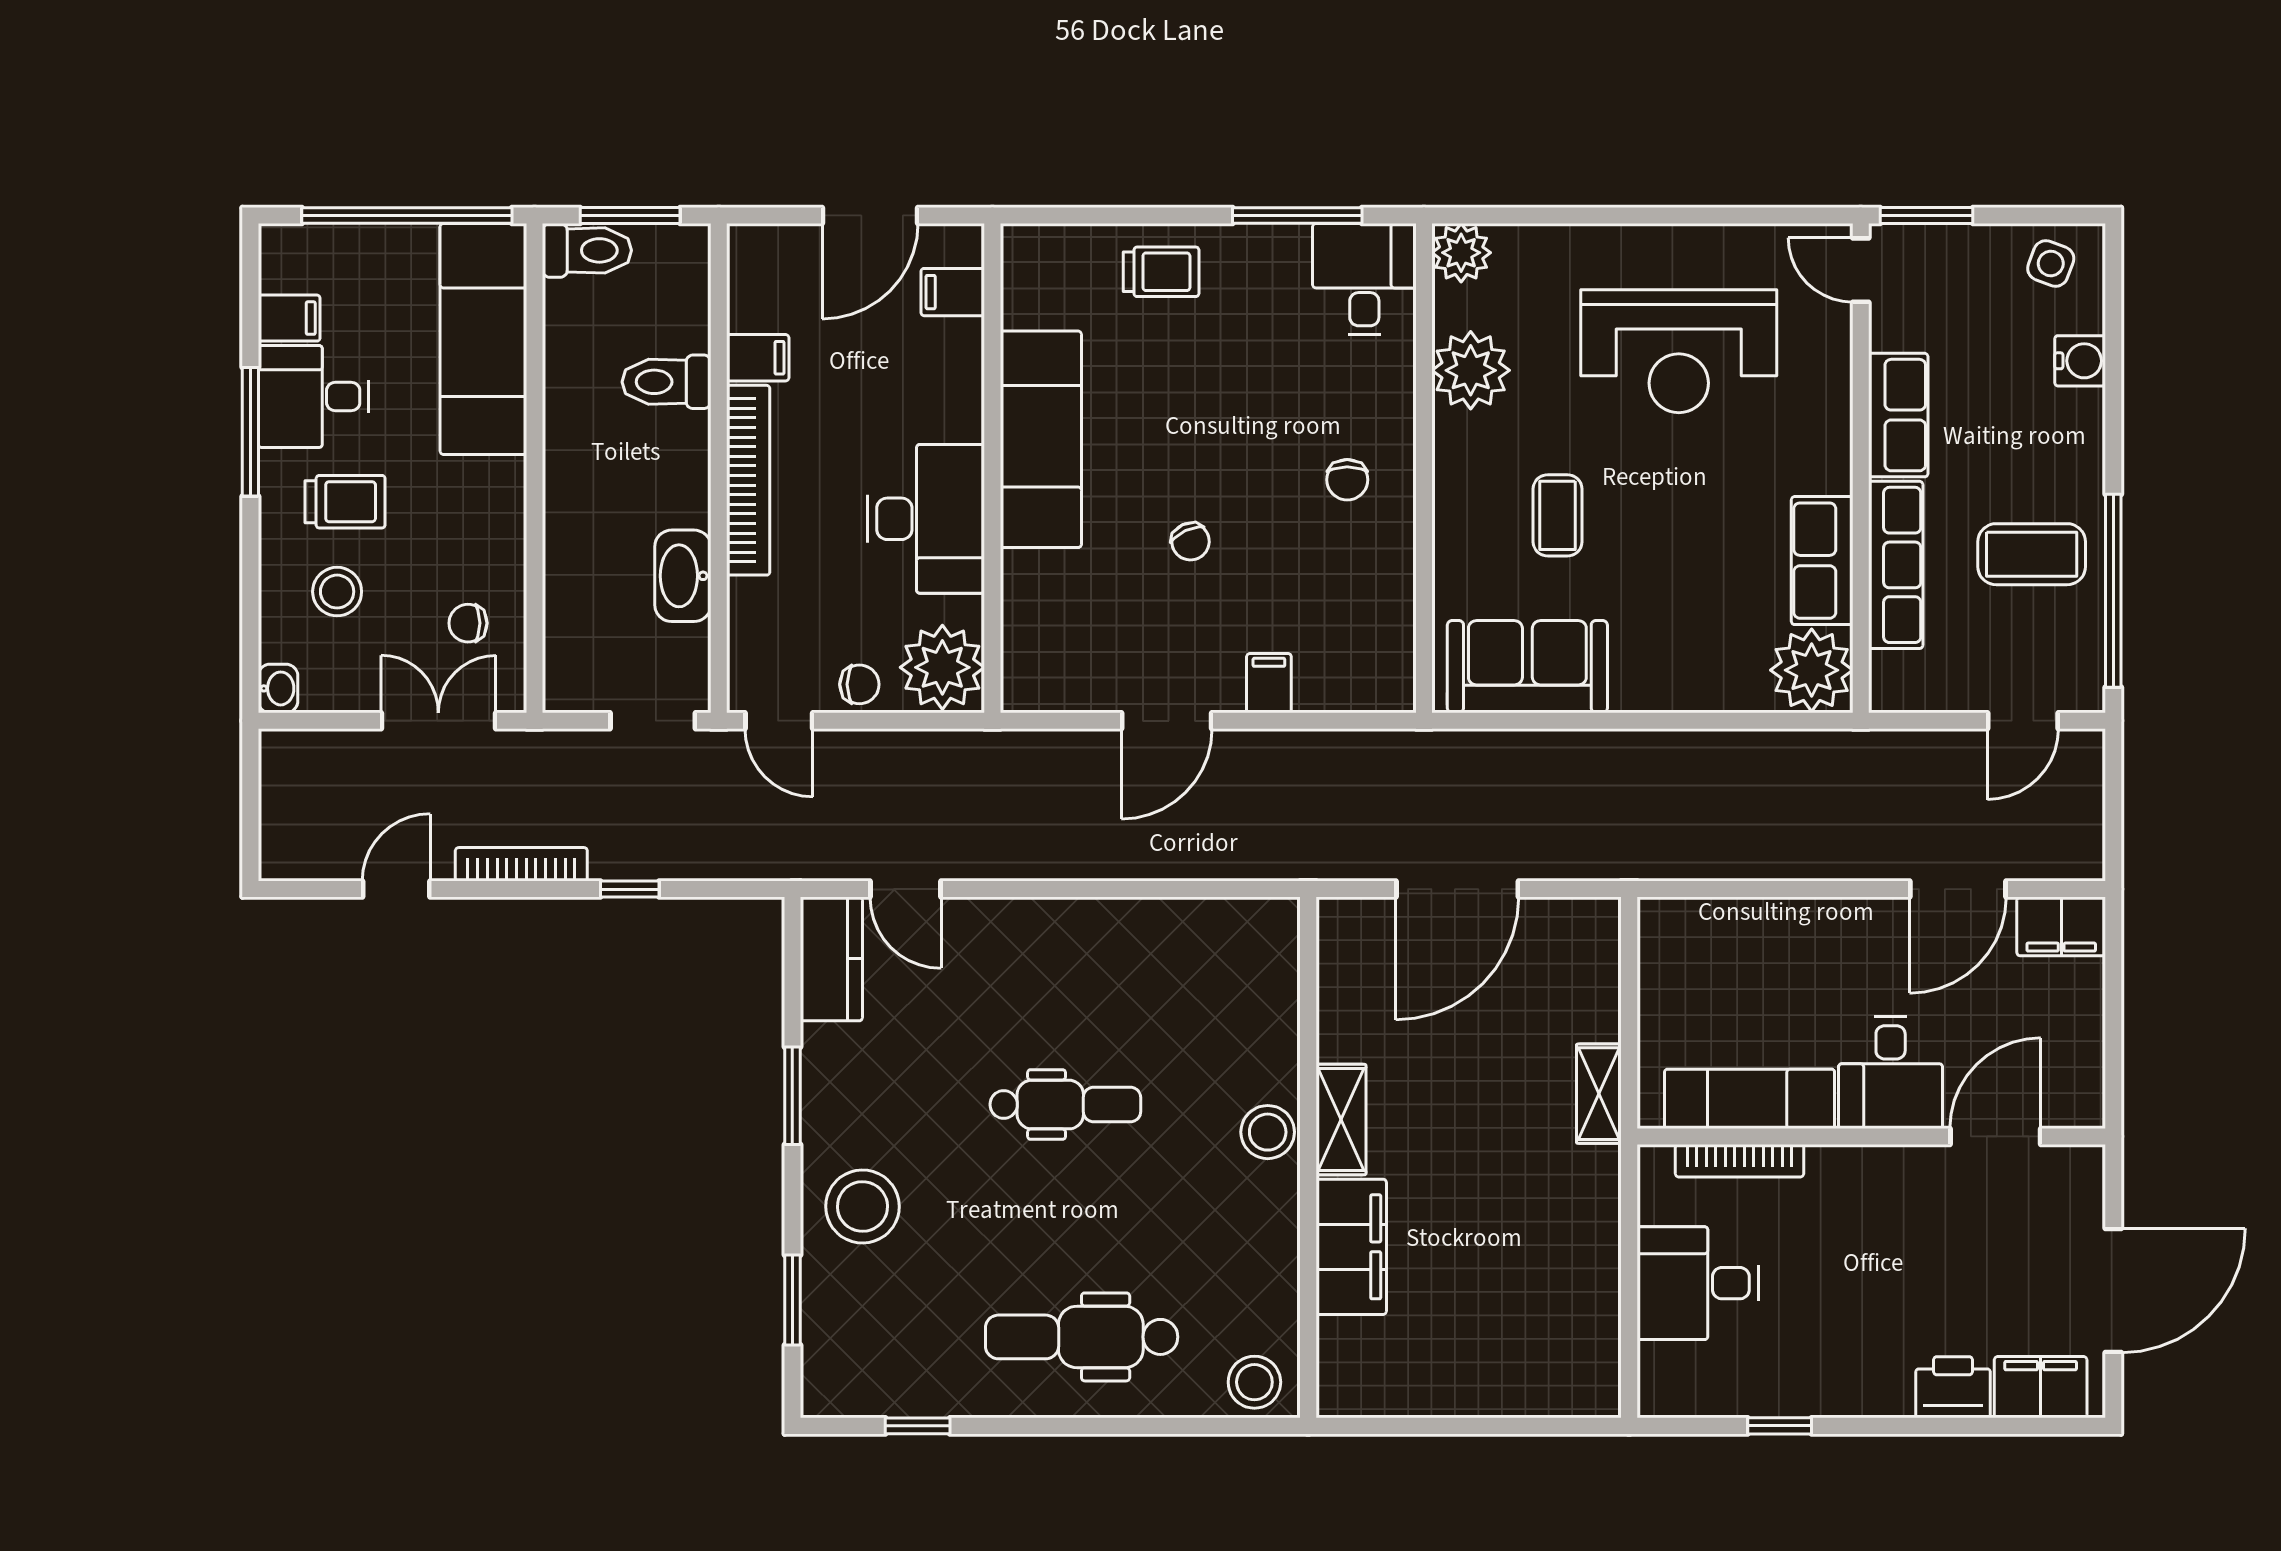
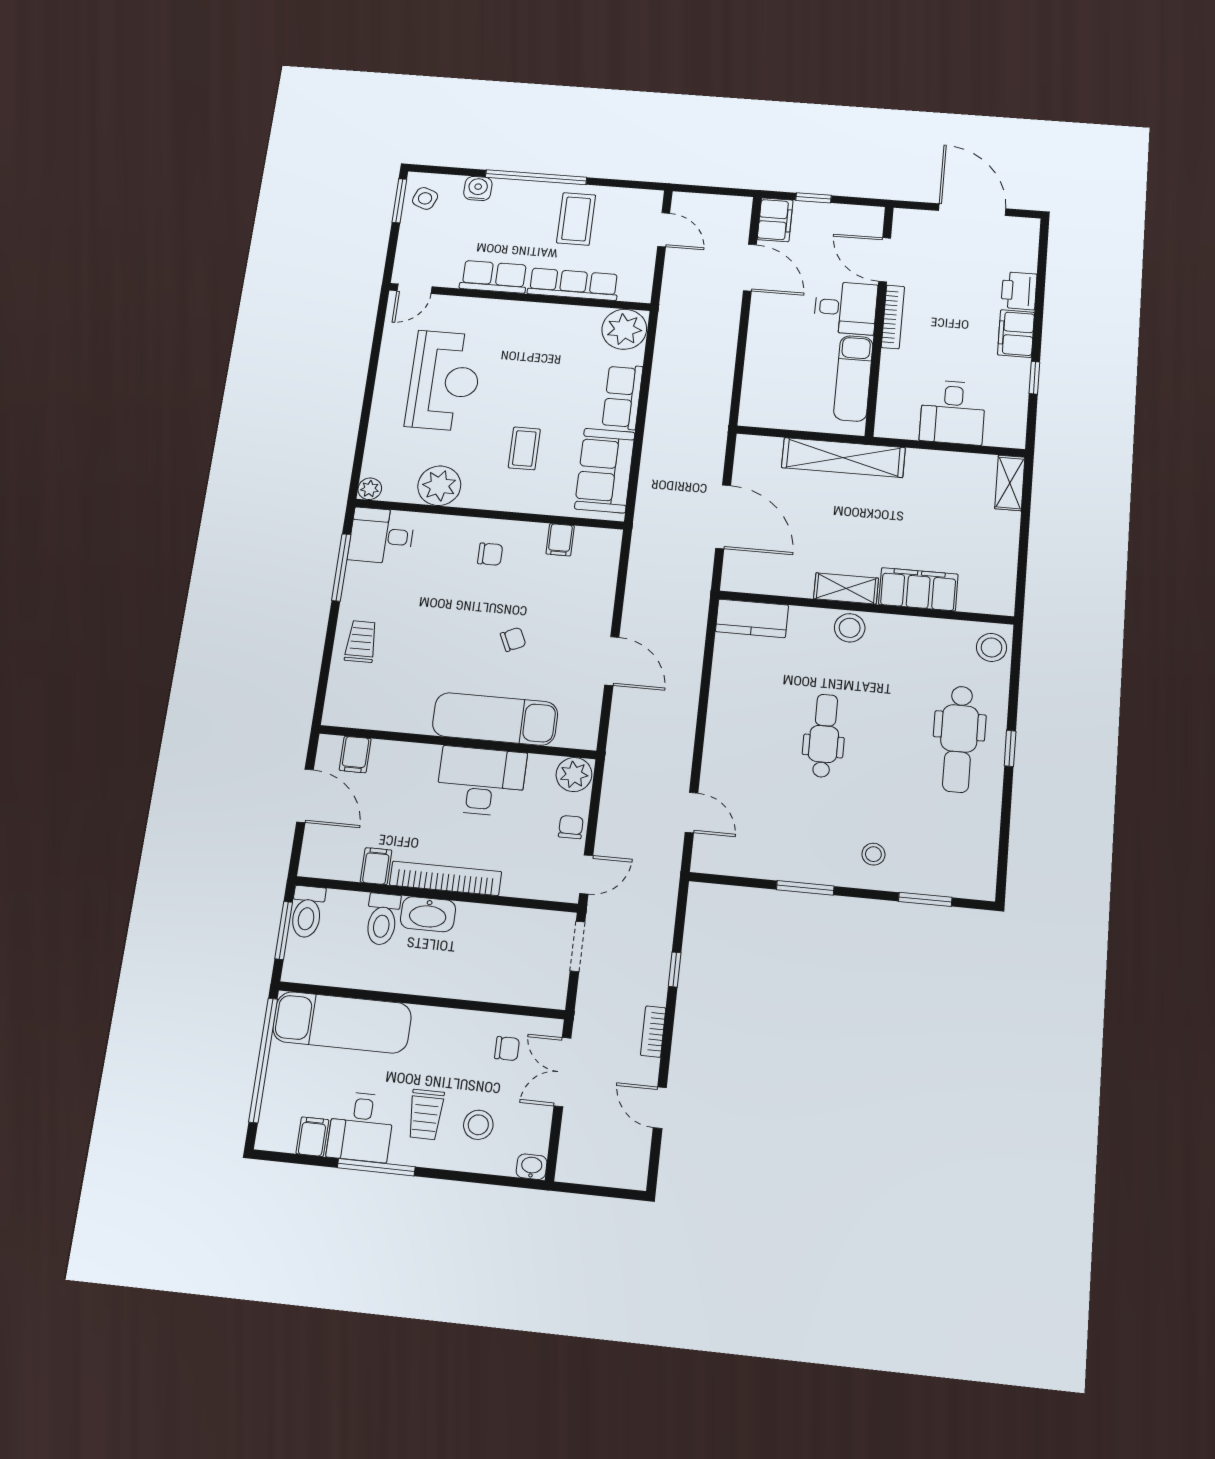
window: (1927, 215) -> (399, 201), moved
toilet: (587, 250) -> (307, 912), moved, turned 180
plant: (1461, 253) -> (370, 489), width x0.73, depth x0.73
exam couch: (1041, 439) -> (495, 719), moved
trolley: (345, 502) -> (426, 1114), turned 180
coffee table: (1558, 515) -> (524, 448), turned 90
row of seats: (1822, 561) -> (622, 397), moved, turned 90
washbasin: (683, 576) -> (428, 914), moved
window: (2113, 591) -> (536, 177), moved
chair: (468, 623) -> (507, 1049), turned -90
plant: (942, 667) -> (574, 775), width x0.73, depth x0.73
filing cabinet: (1269, 683) -> (560, 540), moved, turned -90
bookcase: (521, 864) -> (653, 1032), width x0.64
door: (905, 889) -> (691, 813), hinge flipped
kitchen counter: (831, 959) -> (752, 618), moved, turned 180
window: (2113, 994) -> (813, 198), added
shelving: (1599, 1094) -> (843, 458), width x2.20, depth x1.33
bookcase: (1740, 1161) -> (893, 317), moved
stool: (862, 1206) -> (873, 854), width x0.53, depth x0.53
filing cabinet: (2041, 1387) -> (1016, 334), moved
shelving: (1569, 1394) -> (1010, 483), added
window: (918, 1426) -> (1010, 748), moved

